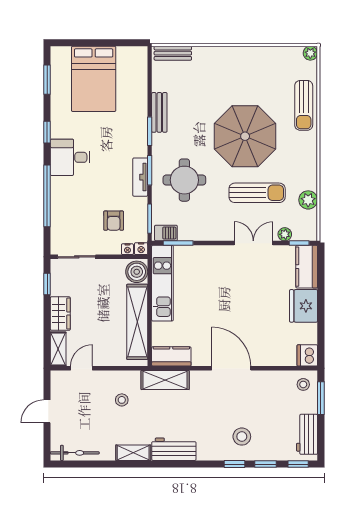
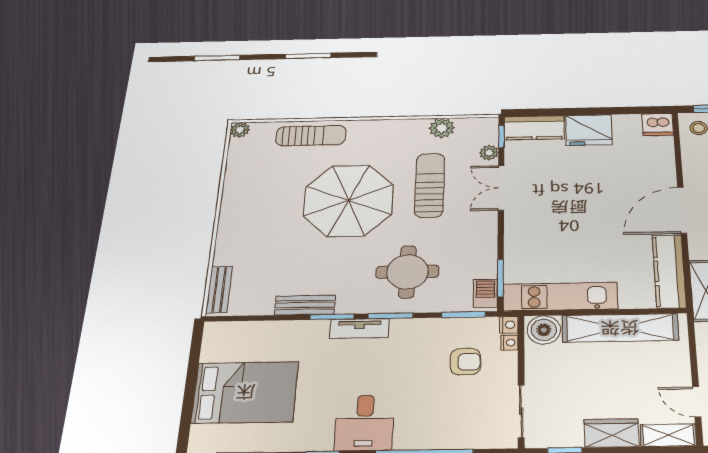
tv unit: (140, 177) -> (359, 328), moved
kitchen counter: (171, 356) -> (669, 271), width x1.50

